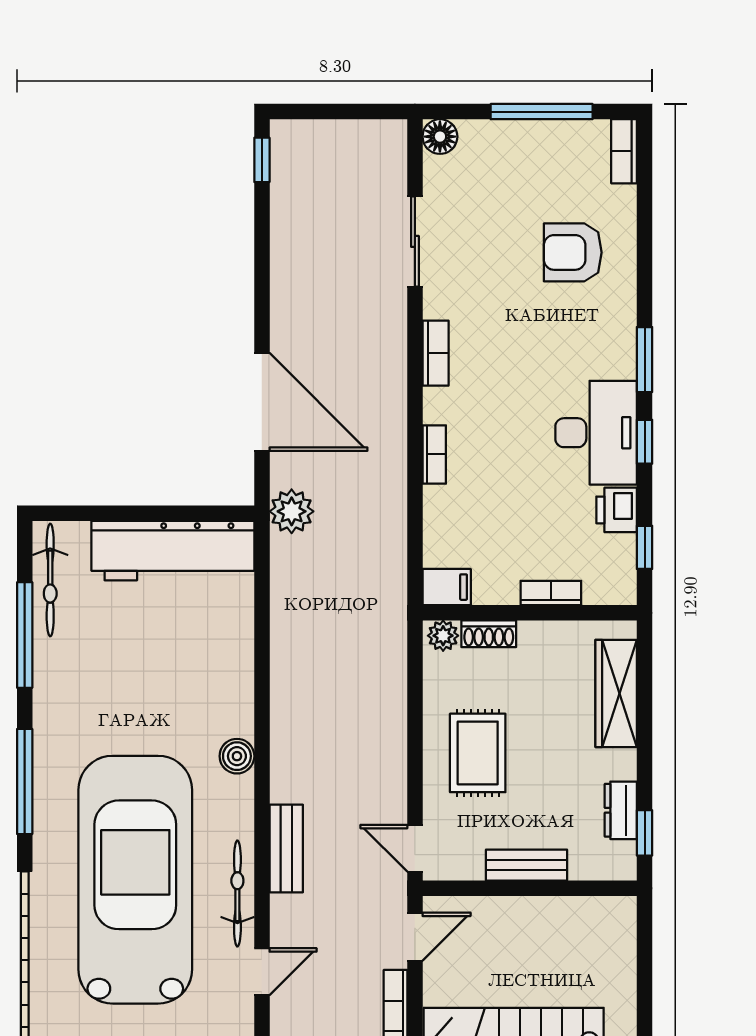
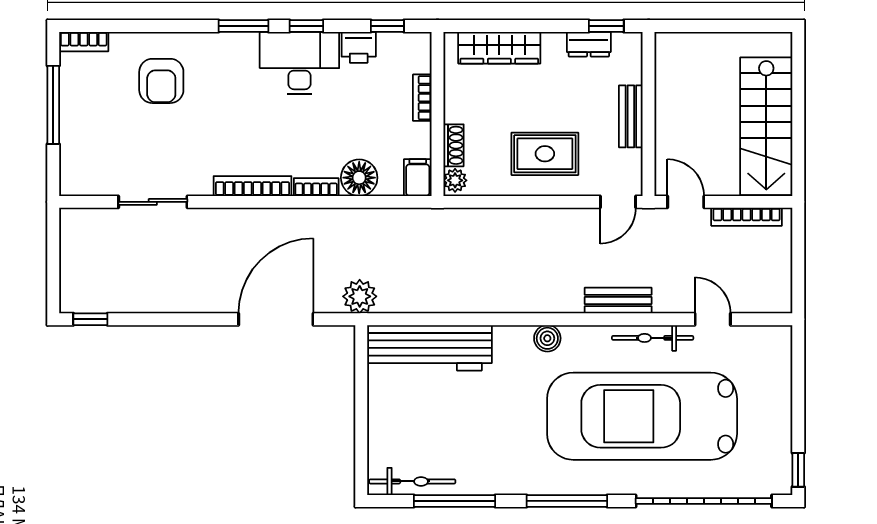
floor lamp: (440, 137) -> (359, 178), moved, width x1.38, depth x1.38
bookcase: (436, 353) -> (252, 186), width x1.56
workbench: (173, 551) -> (429, 348), moved, turned 90

